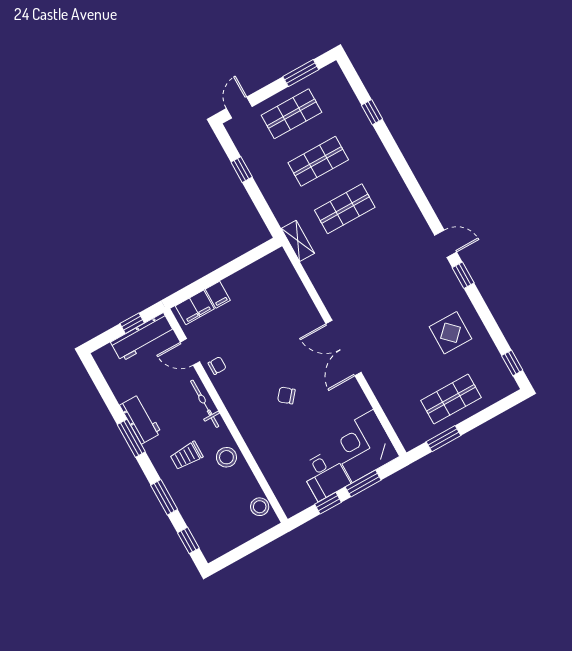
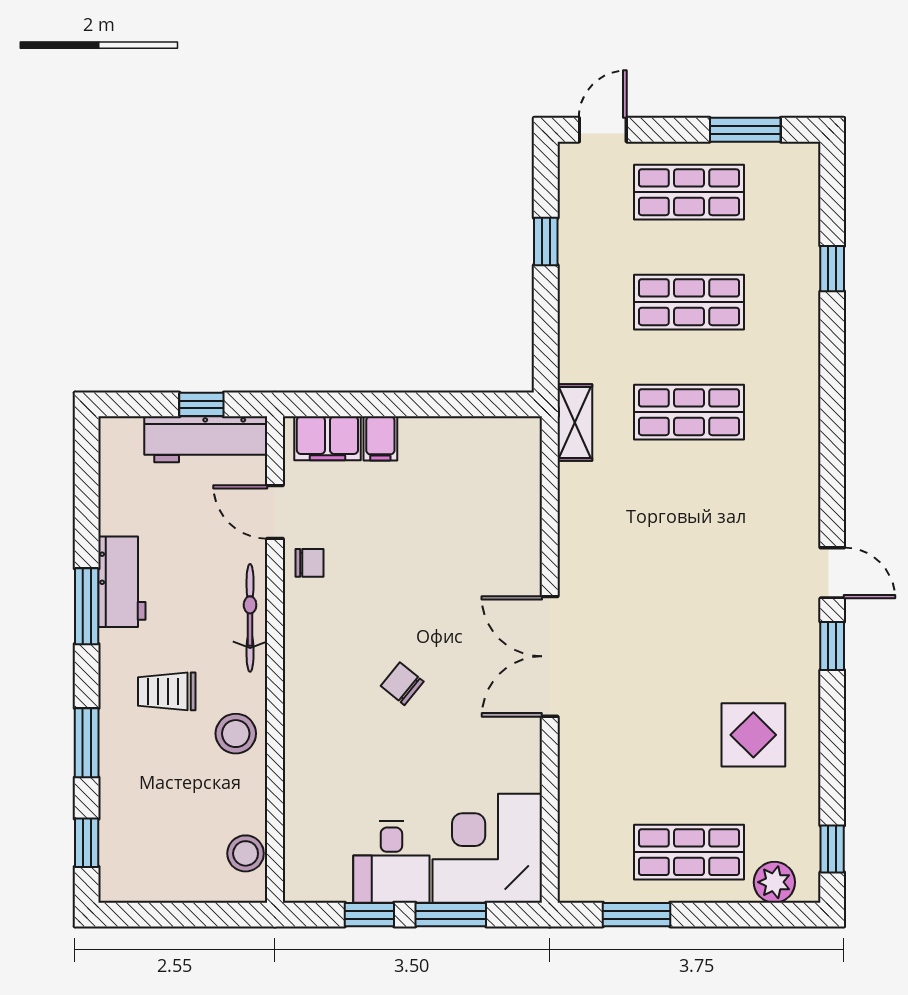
plant: (495, 391) -> (774, 882), added

